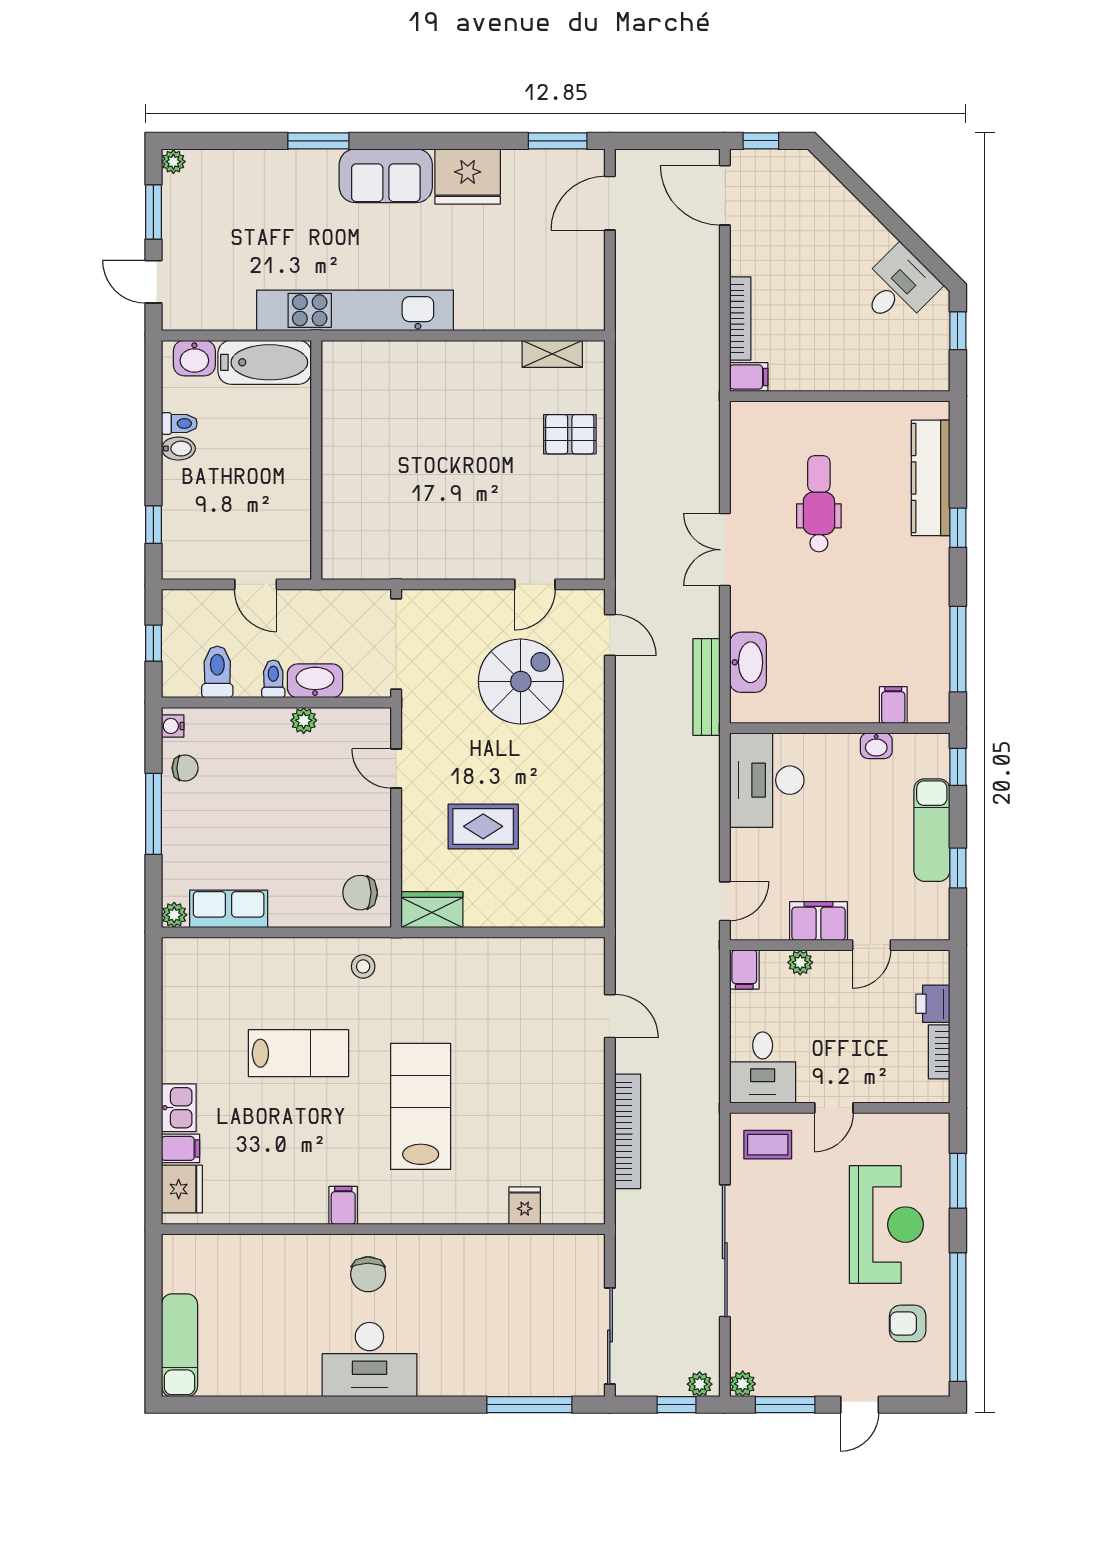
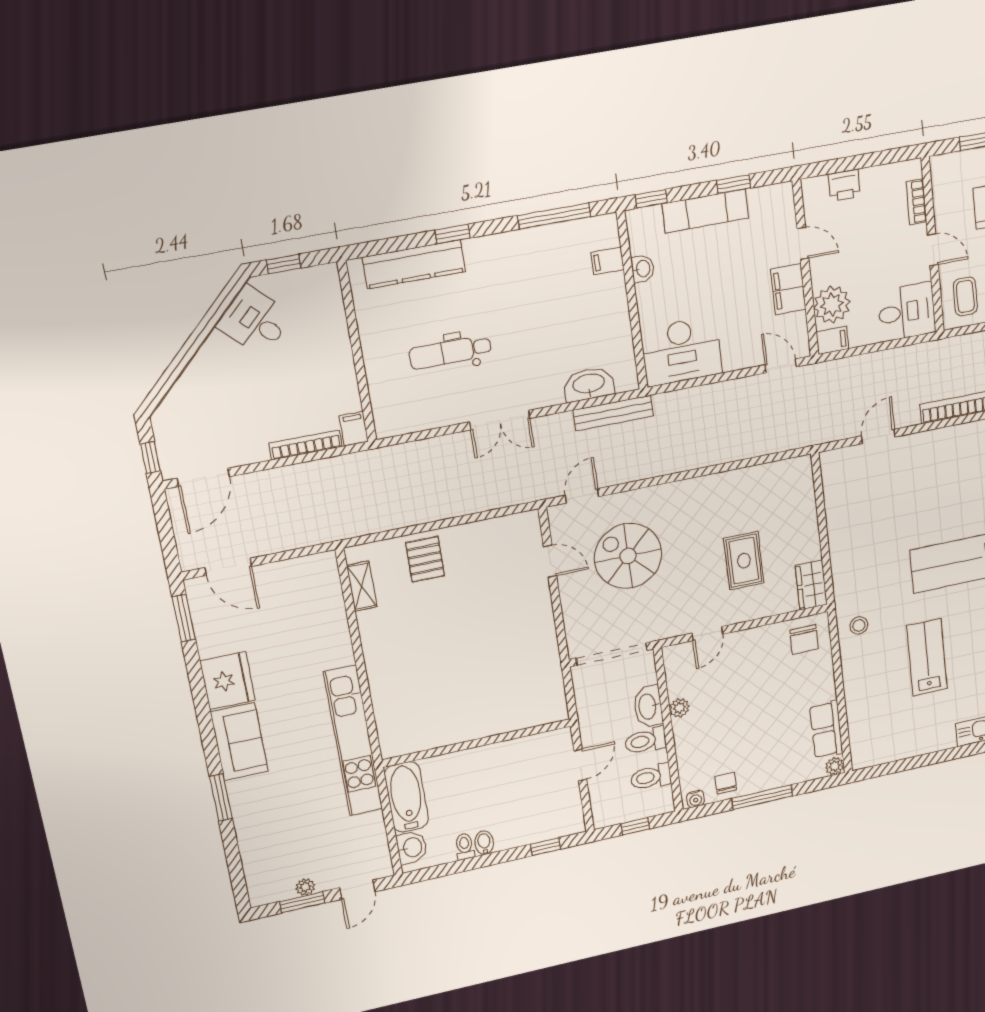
plant: (173, 162) -> (305, 887), moved
toilet: (273, 679) -> (646, 741), width x1.37, depth x1.39
plant: (800, 962) -> (832, 305), width x1.87, depth x1.87
bookcase: (939, 1052) -> (916, 202), moved, turned 90

